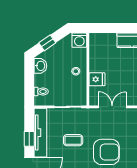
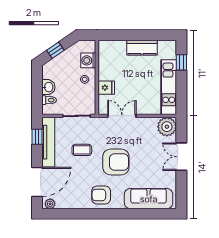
washing machine: (79, 40) -> (88, 60), moved, turned 90
washbasin: (40, 66) -> (48, 87), moved
window: (29, 139) -> (37, 137), moved

